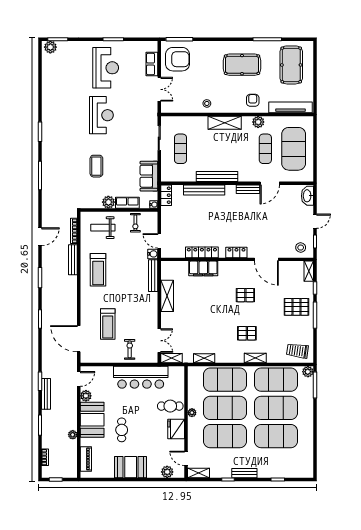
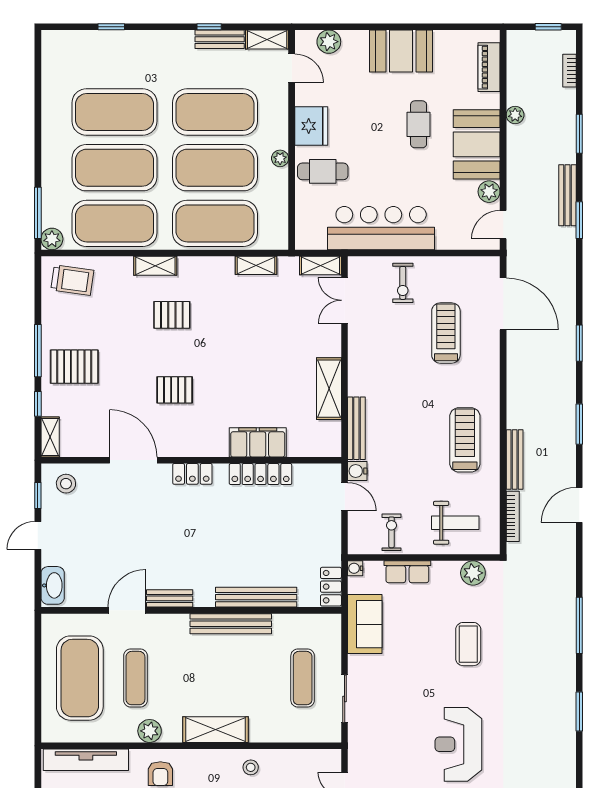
plant: (108, 202) -> (473, 573), moved
bench: (244, 473) -> (220, 39), moved

